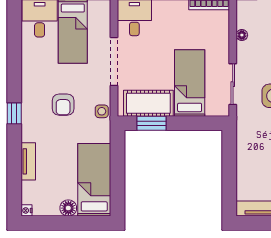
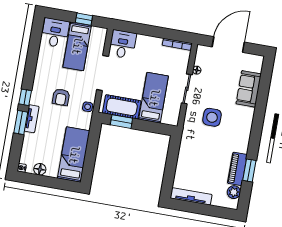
sliding door: (233, 84) -> (187, 89), moved
window: (14, 149) -> (21, 122), added
tv unit: (28, 161) -> (32, 119), moved
floor lamp: (68, 208) -> (40, 169), moved

